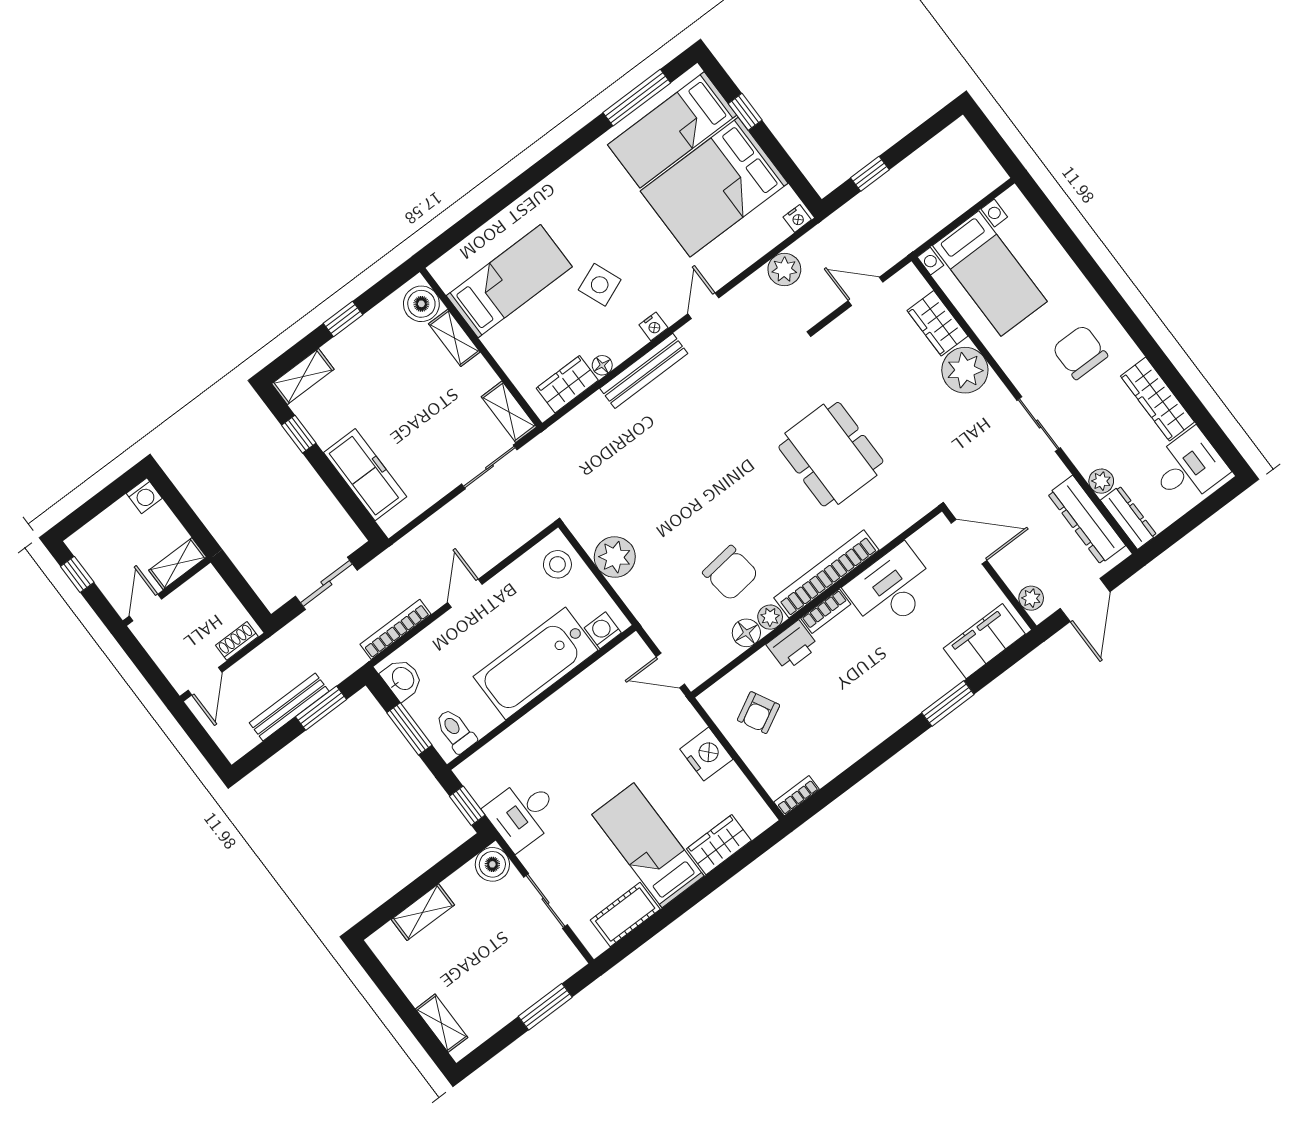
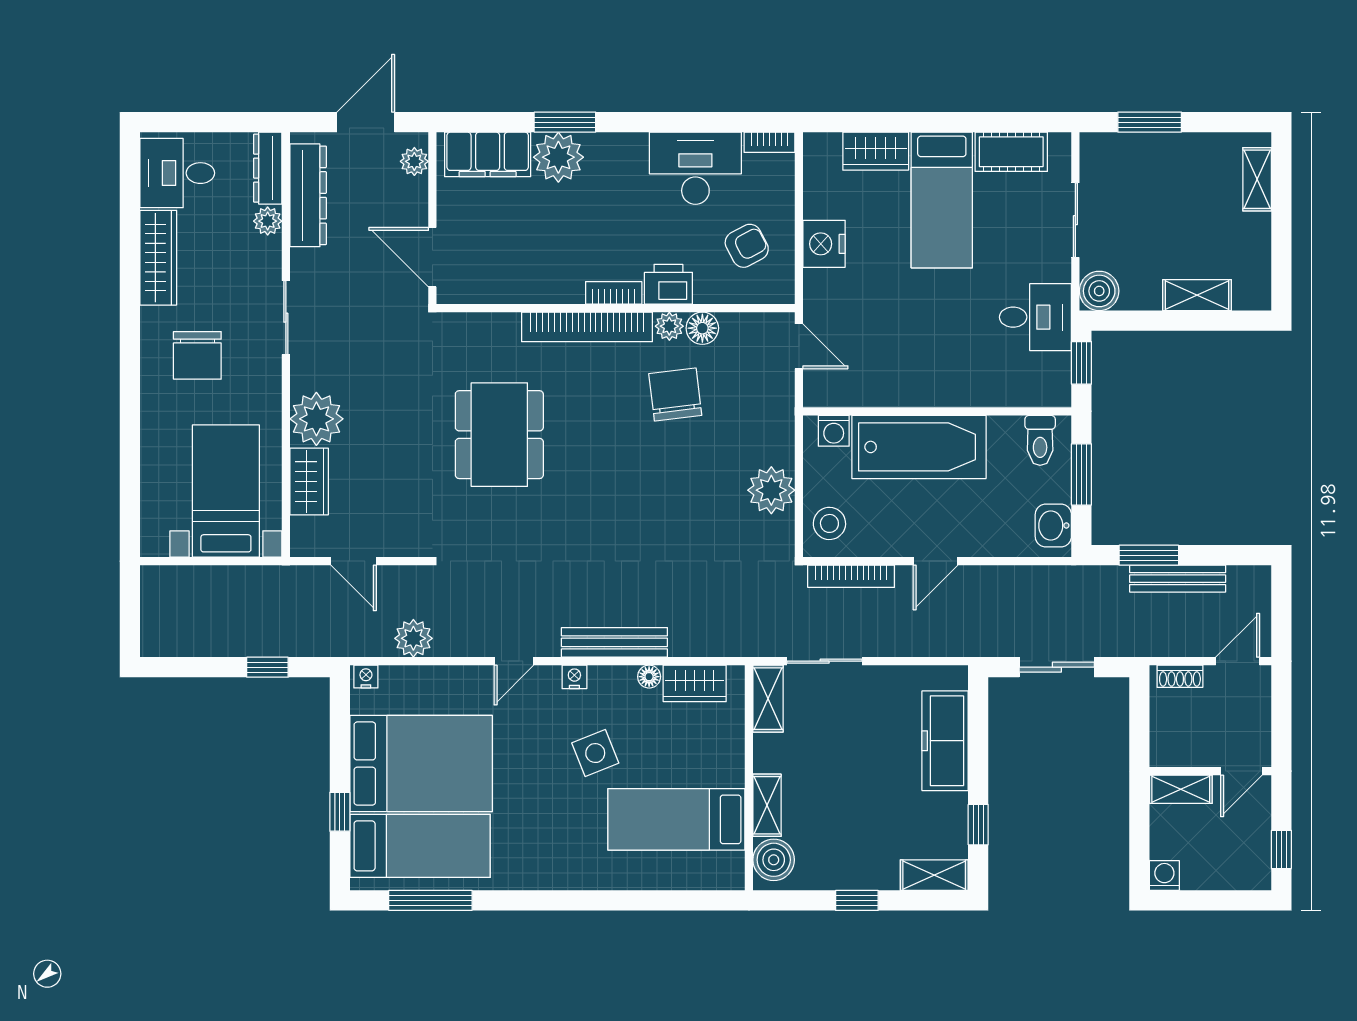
desk: (891, 589) -> (695, 168), moved, turned 180
bookcase: (395, 629) -> (851, 576), moved
plant: (934, 676) -> (558, 157), added

